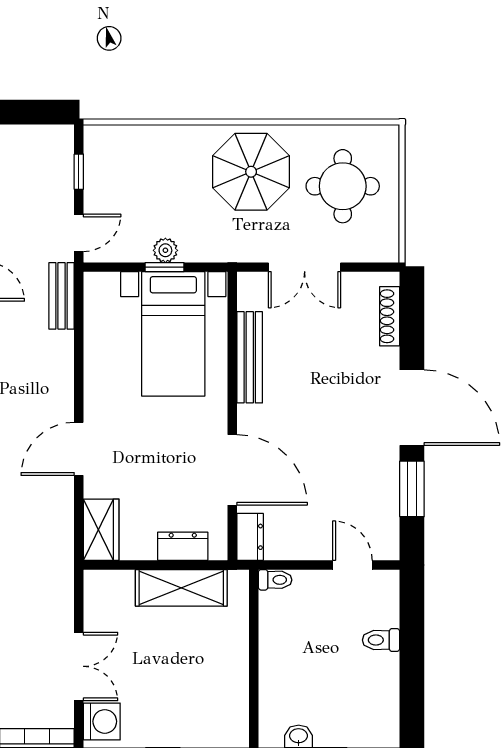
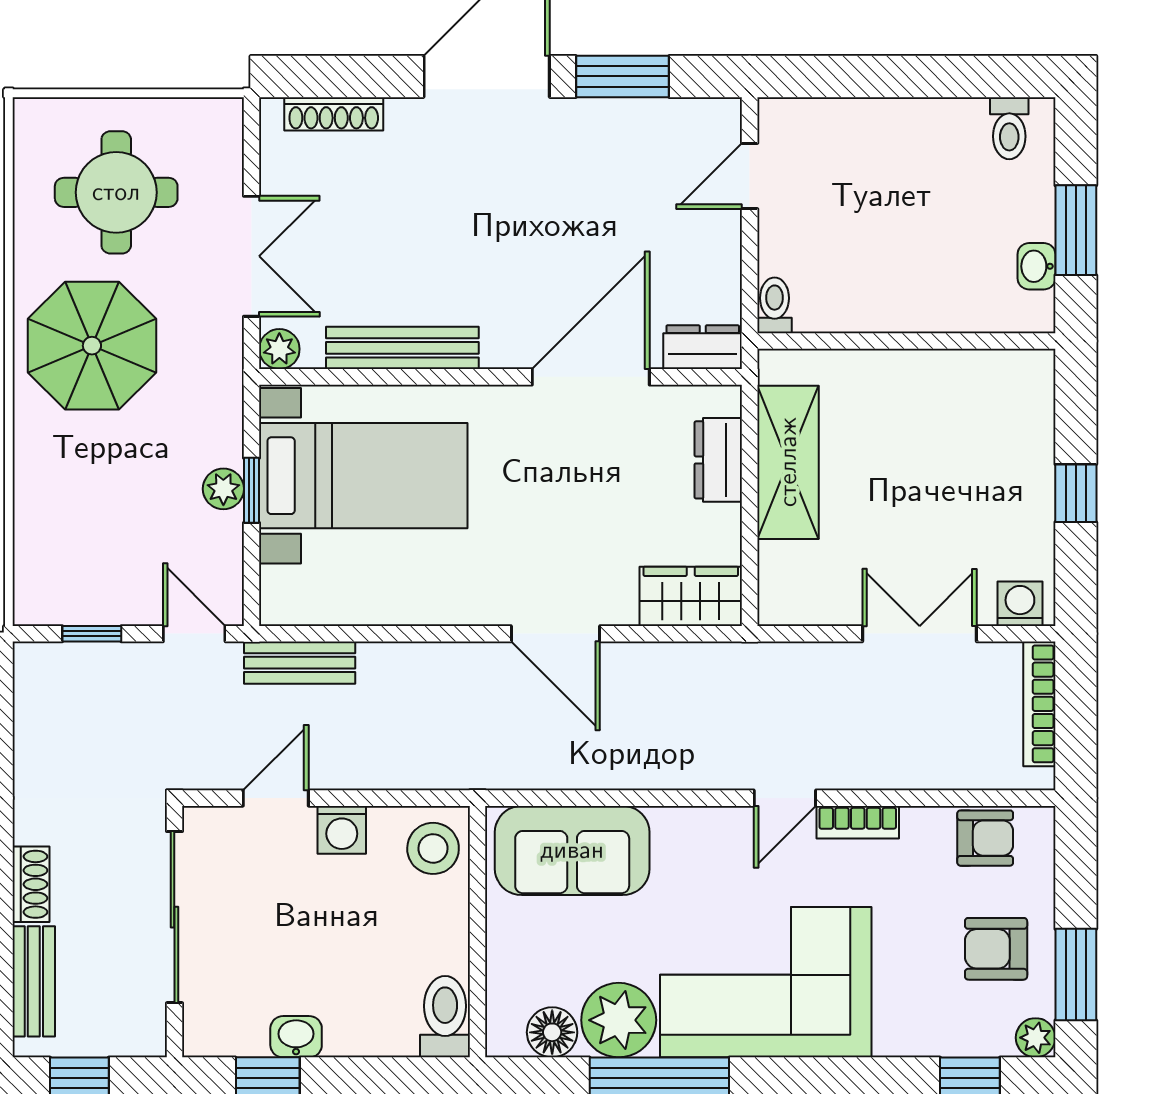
plant: (249, 284) -> (279, 349), added
toilet: (381, 640) -> (1009, 128), moved
washing machine: (102, 721) -> (1020, 604), width x0.73, depth x0.73

